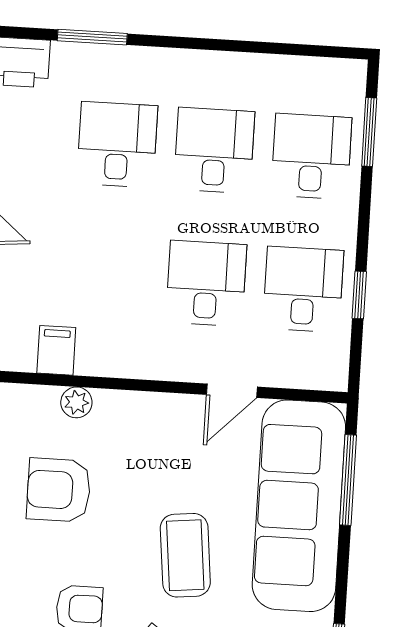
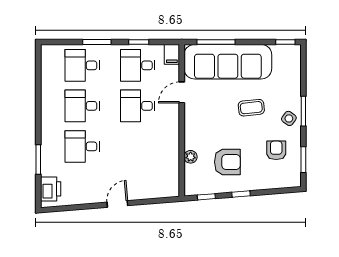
window: (369, 132) -> (97, 42), moved
filing cabinet: (56, 350) -> (172, 54), moved, turned -90
door: (232, 391) -> (182, 92), swing flipped
armchair: (59, 490) -> (227, 162), turned -90
coffee table: (185, 555) -> (251, 108), width x0.73, depth x0.77

